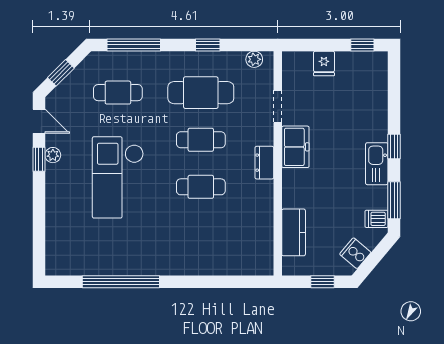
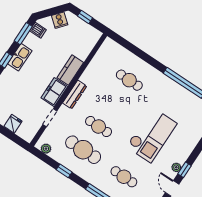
dresser: (264, 163) -> (75, 94), width x1.44
cafe table: (201, 187) -> (129, 80), moved
kitchen counter: (294, 232) -> (70, 70), moved

